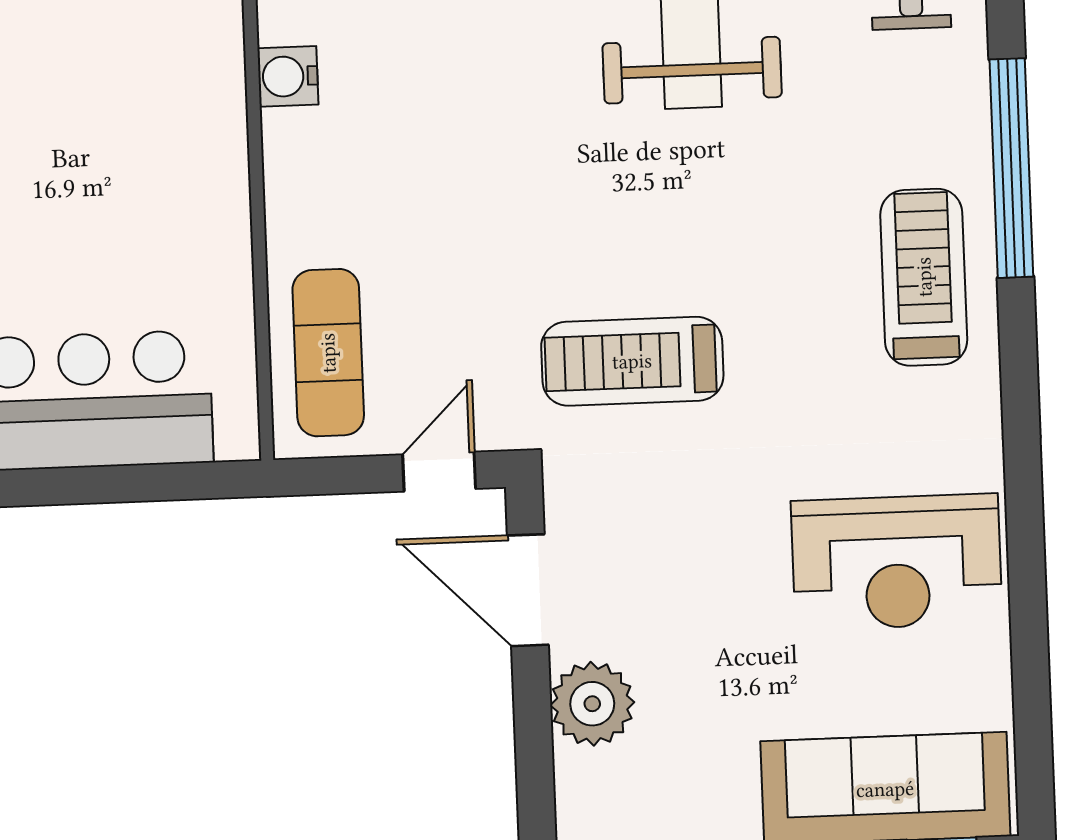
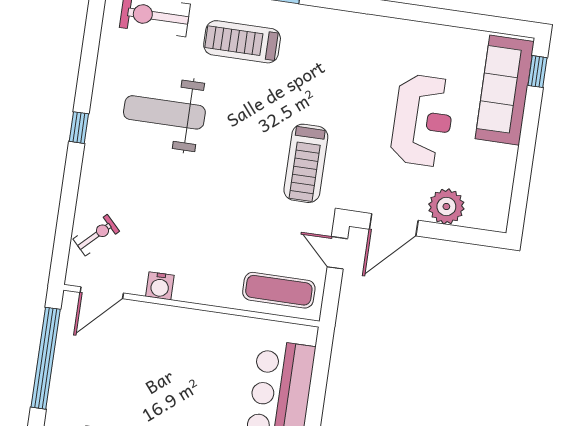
treadmill: (924, 277) -> (242, 42), moved
reception desk: (897, 562) -> (423, 120), moved

